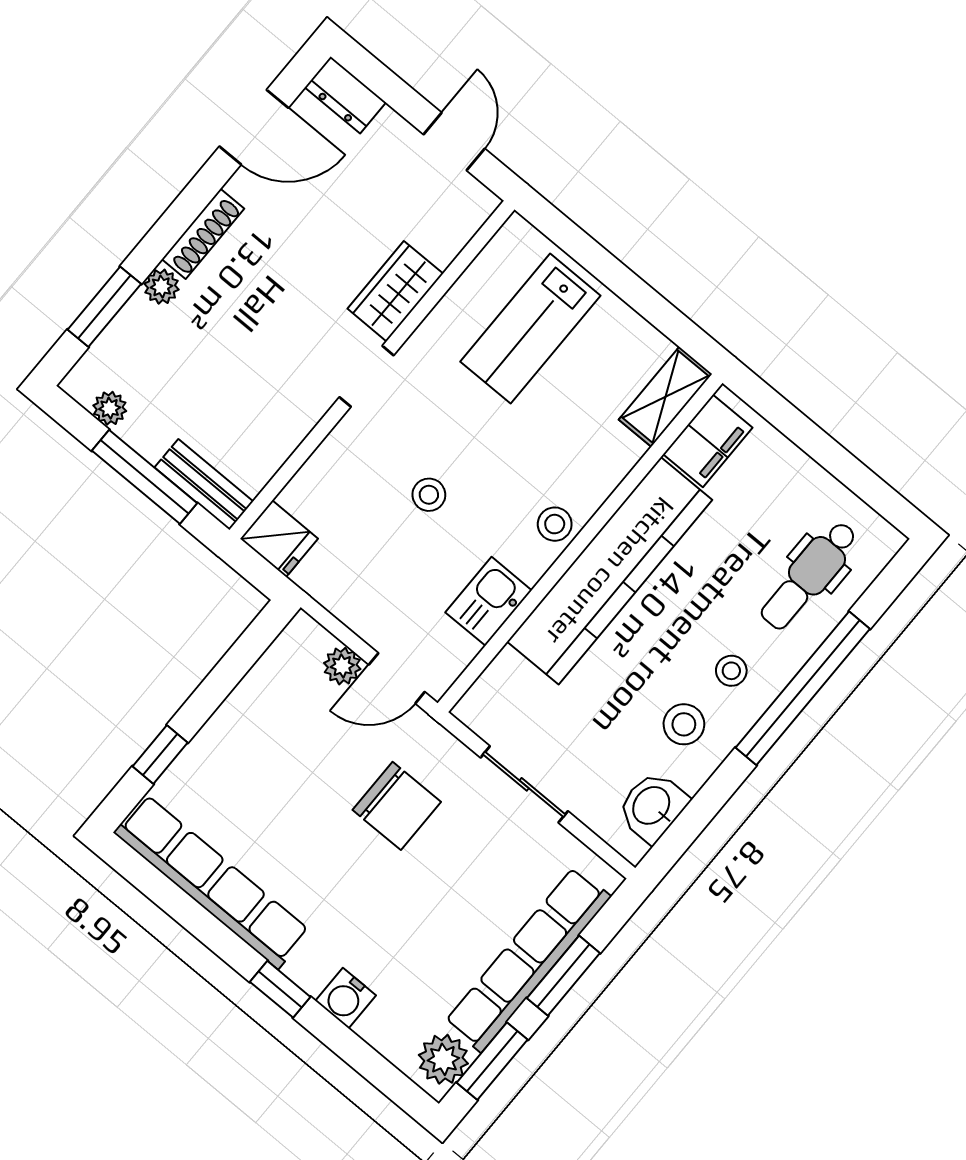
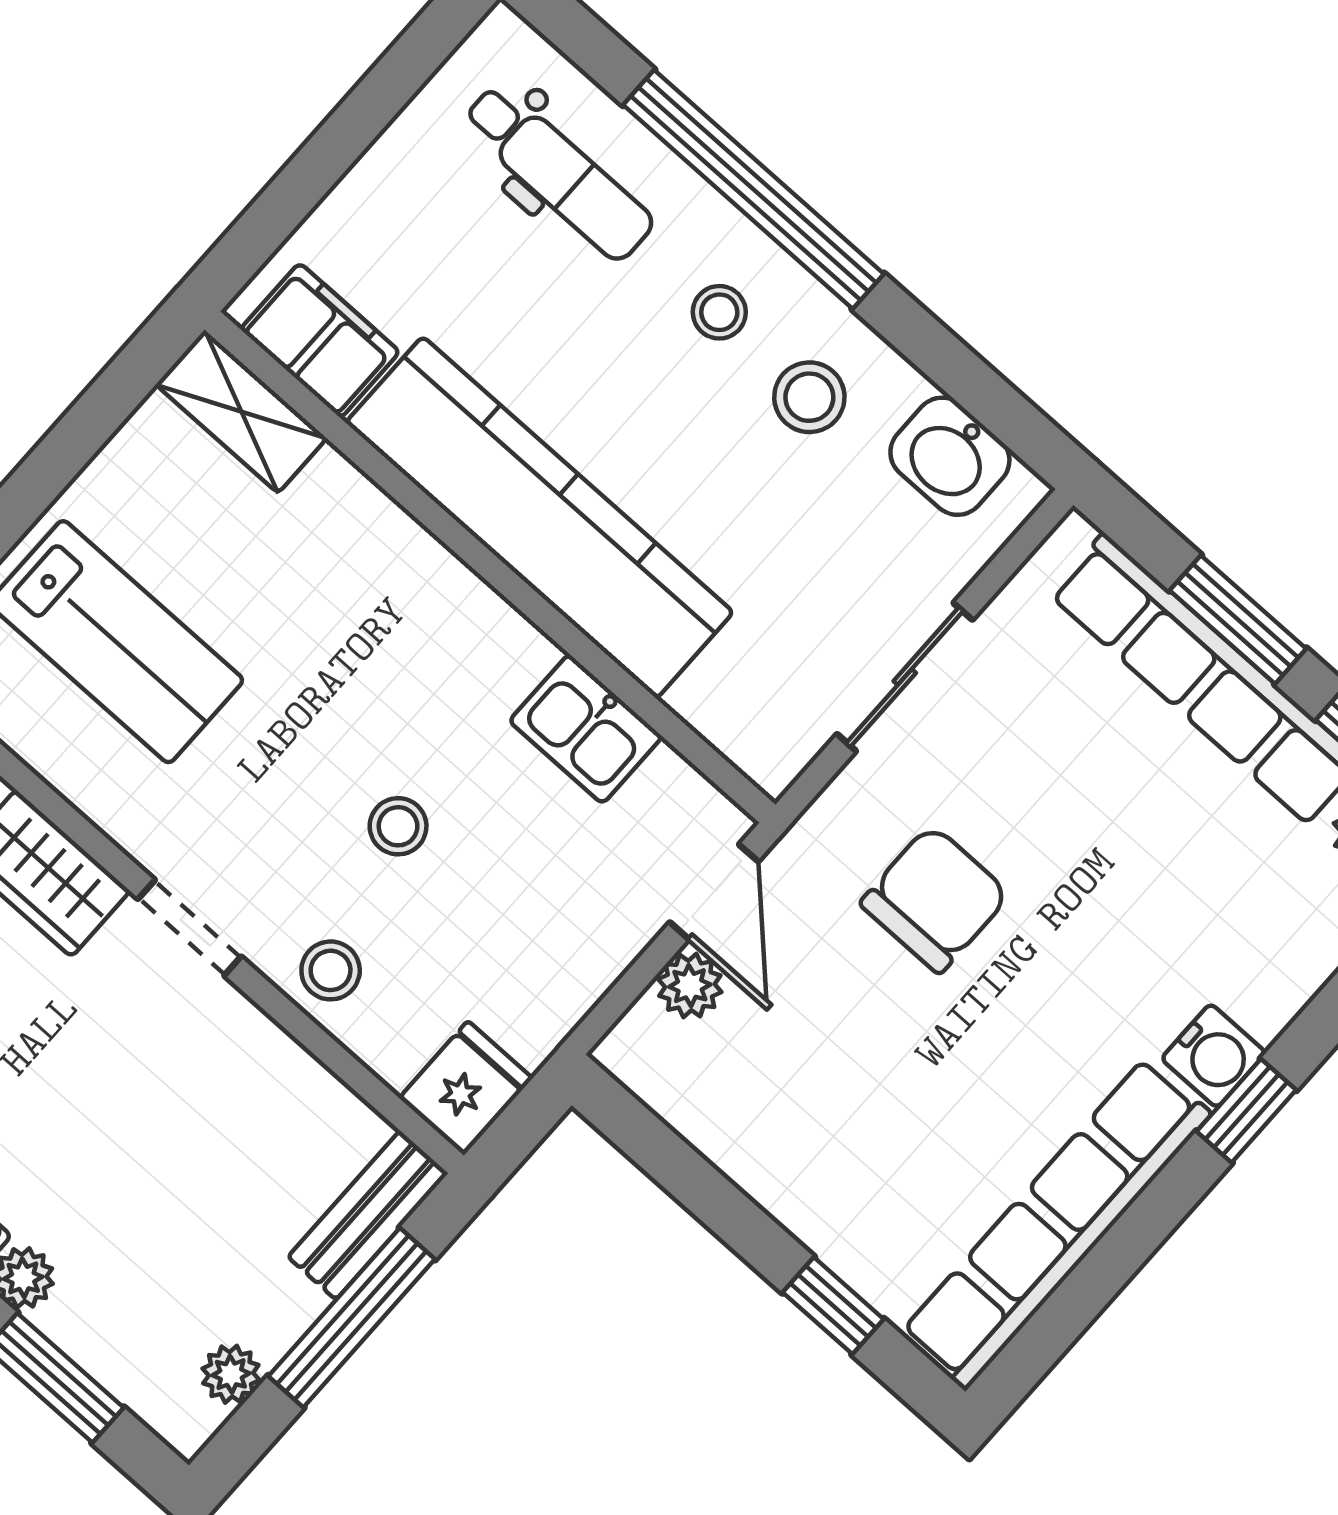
stool: (555, 524) -> (331, 970), moved
water cooler: (346, 998) -> (1214, 1056), moved

